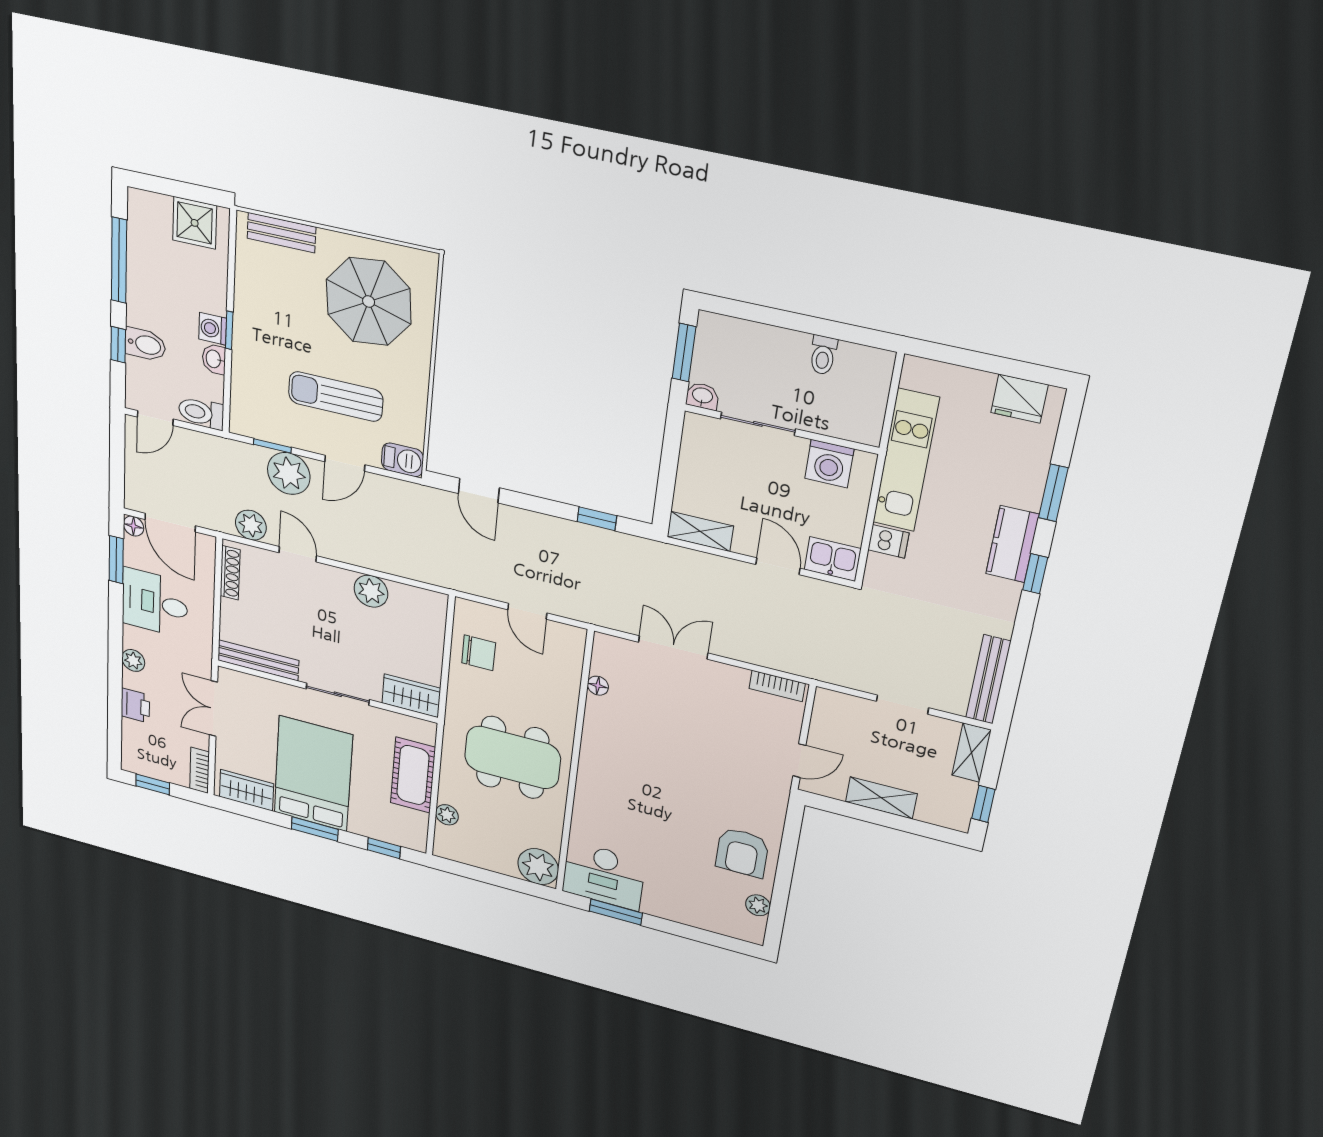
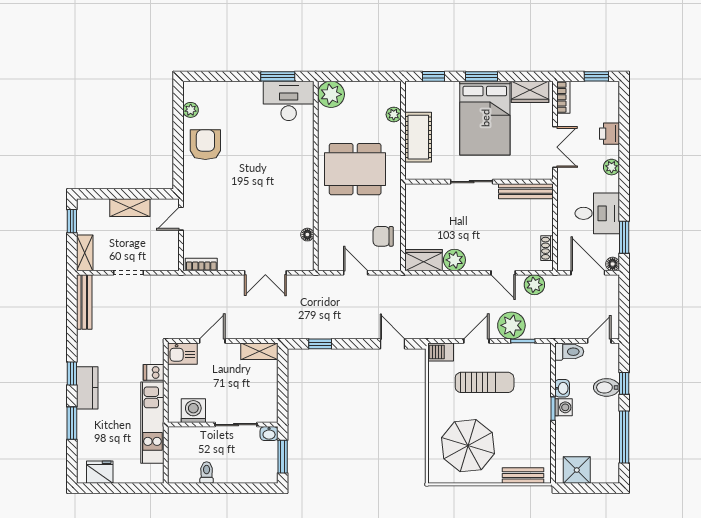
door: (778, 566) -> (212, 341), swing flipped
shoe rack: (230, 573) -> (547, 248), width x0.70
wardrobe: (411, 696) -> (424, 260), moved, turned 180

